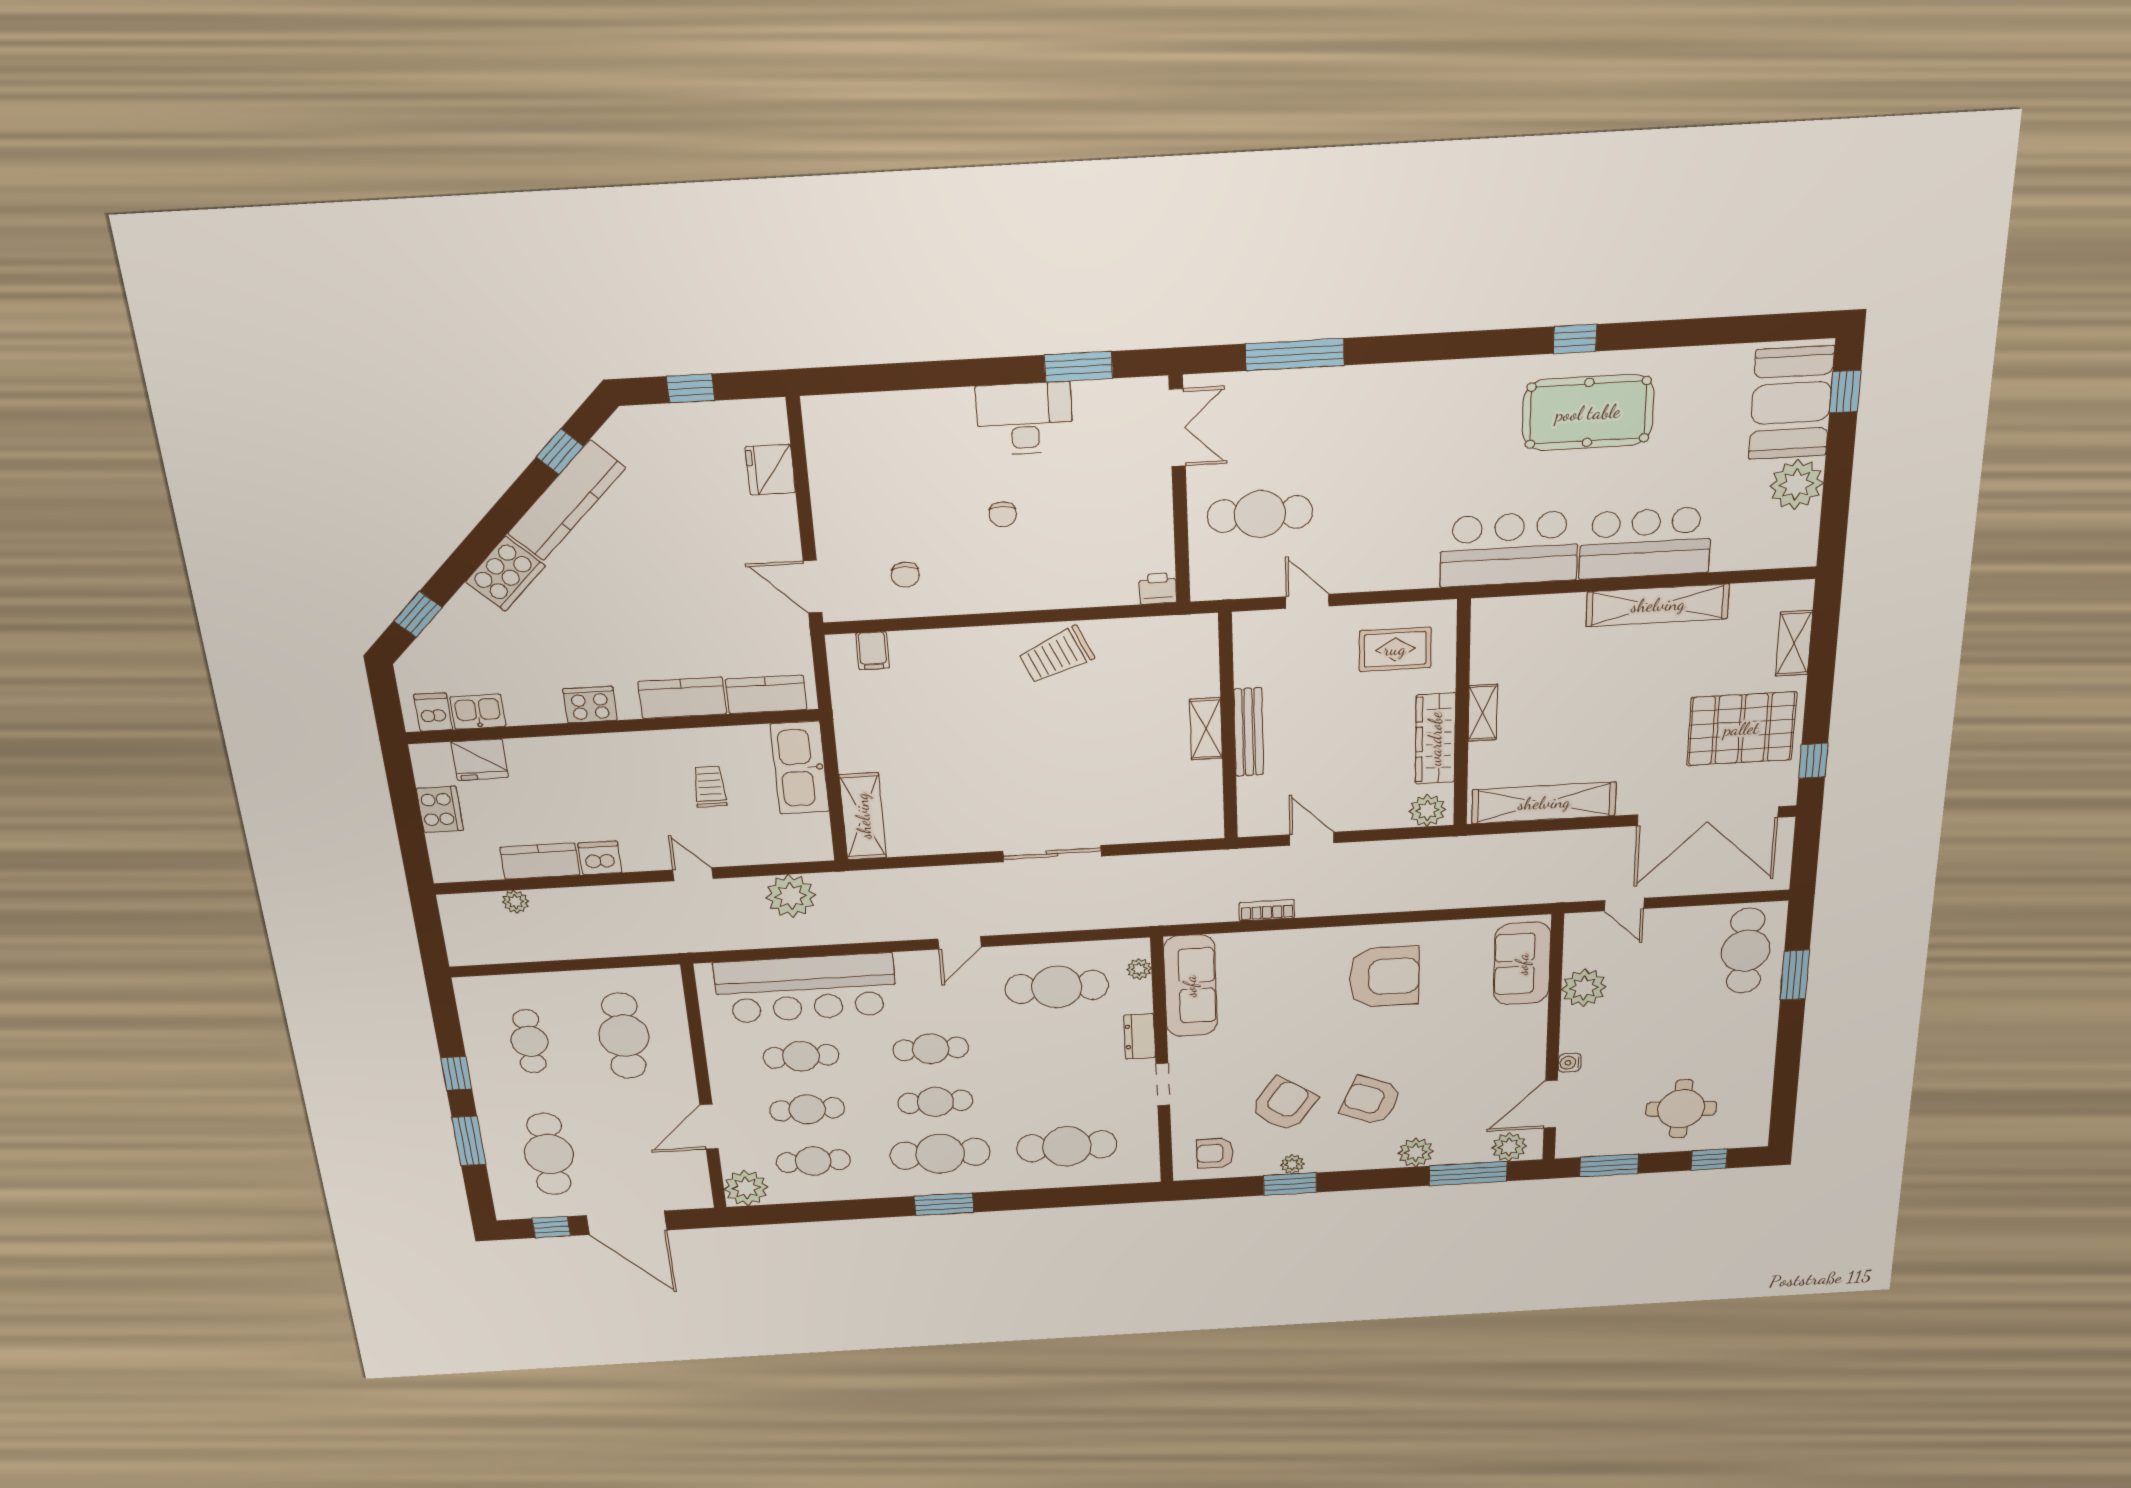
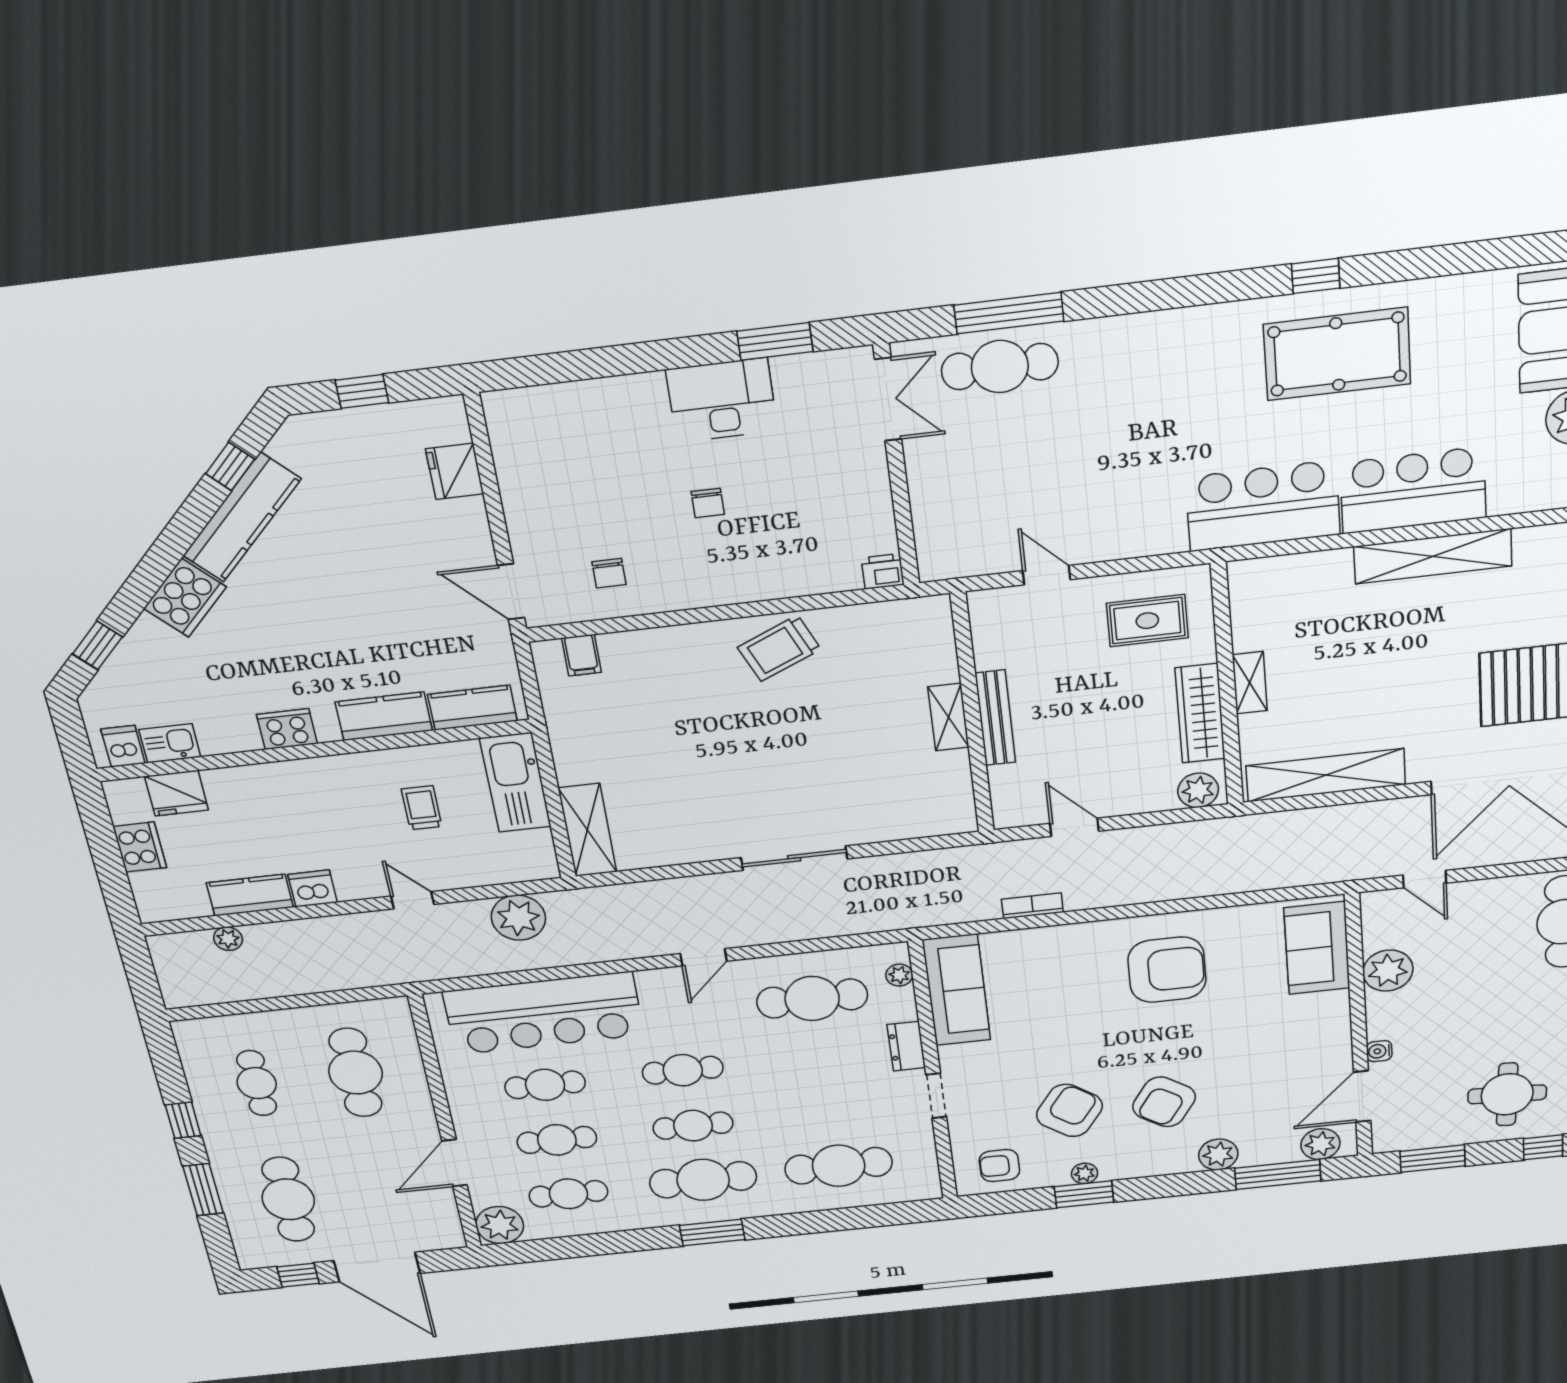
cafe table: (1260, 514) -> (1000, 367), moved
armchair: (1371, 1100) -> (1164, 1102), turned -80

